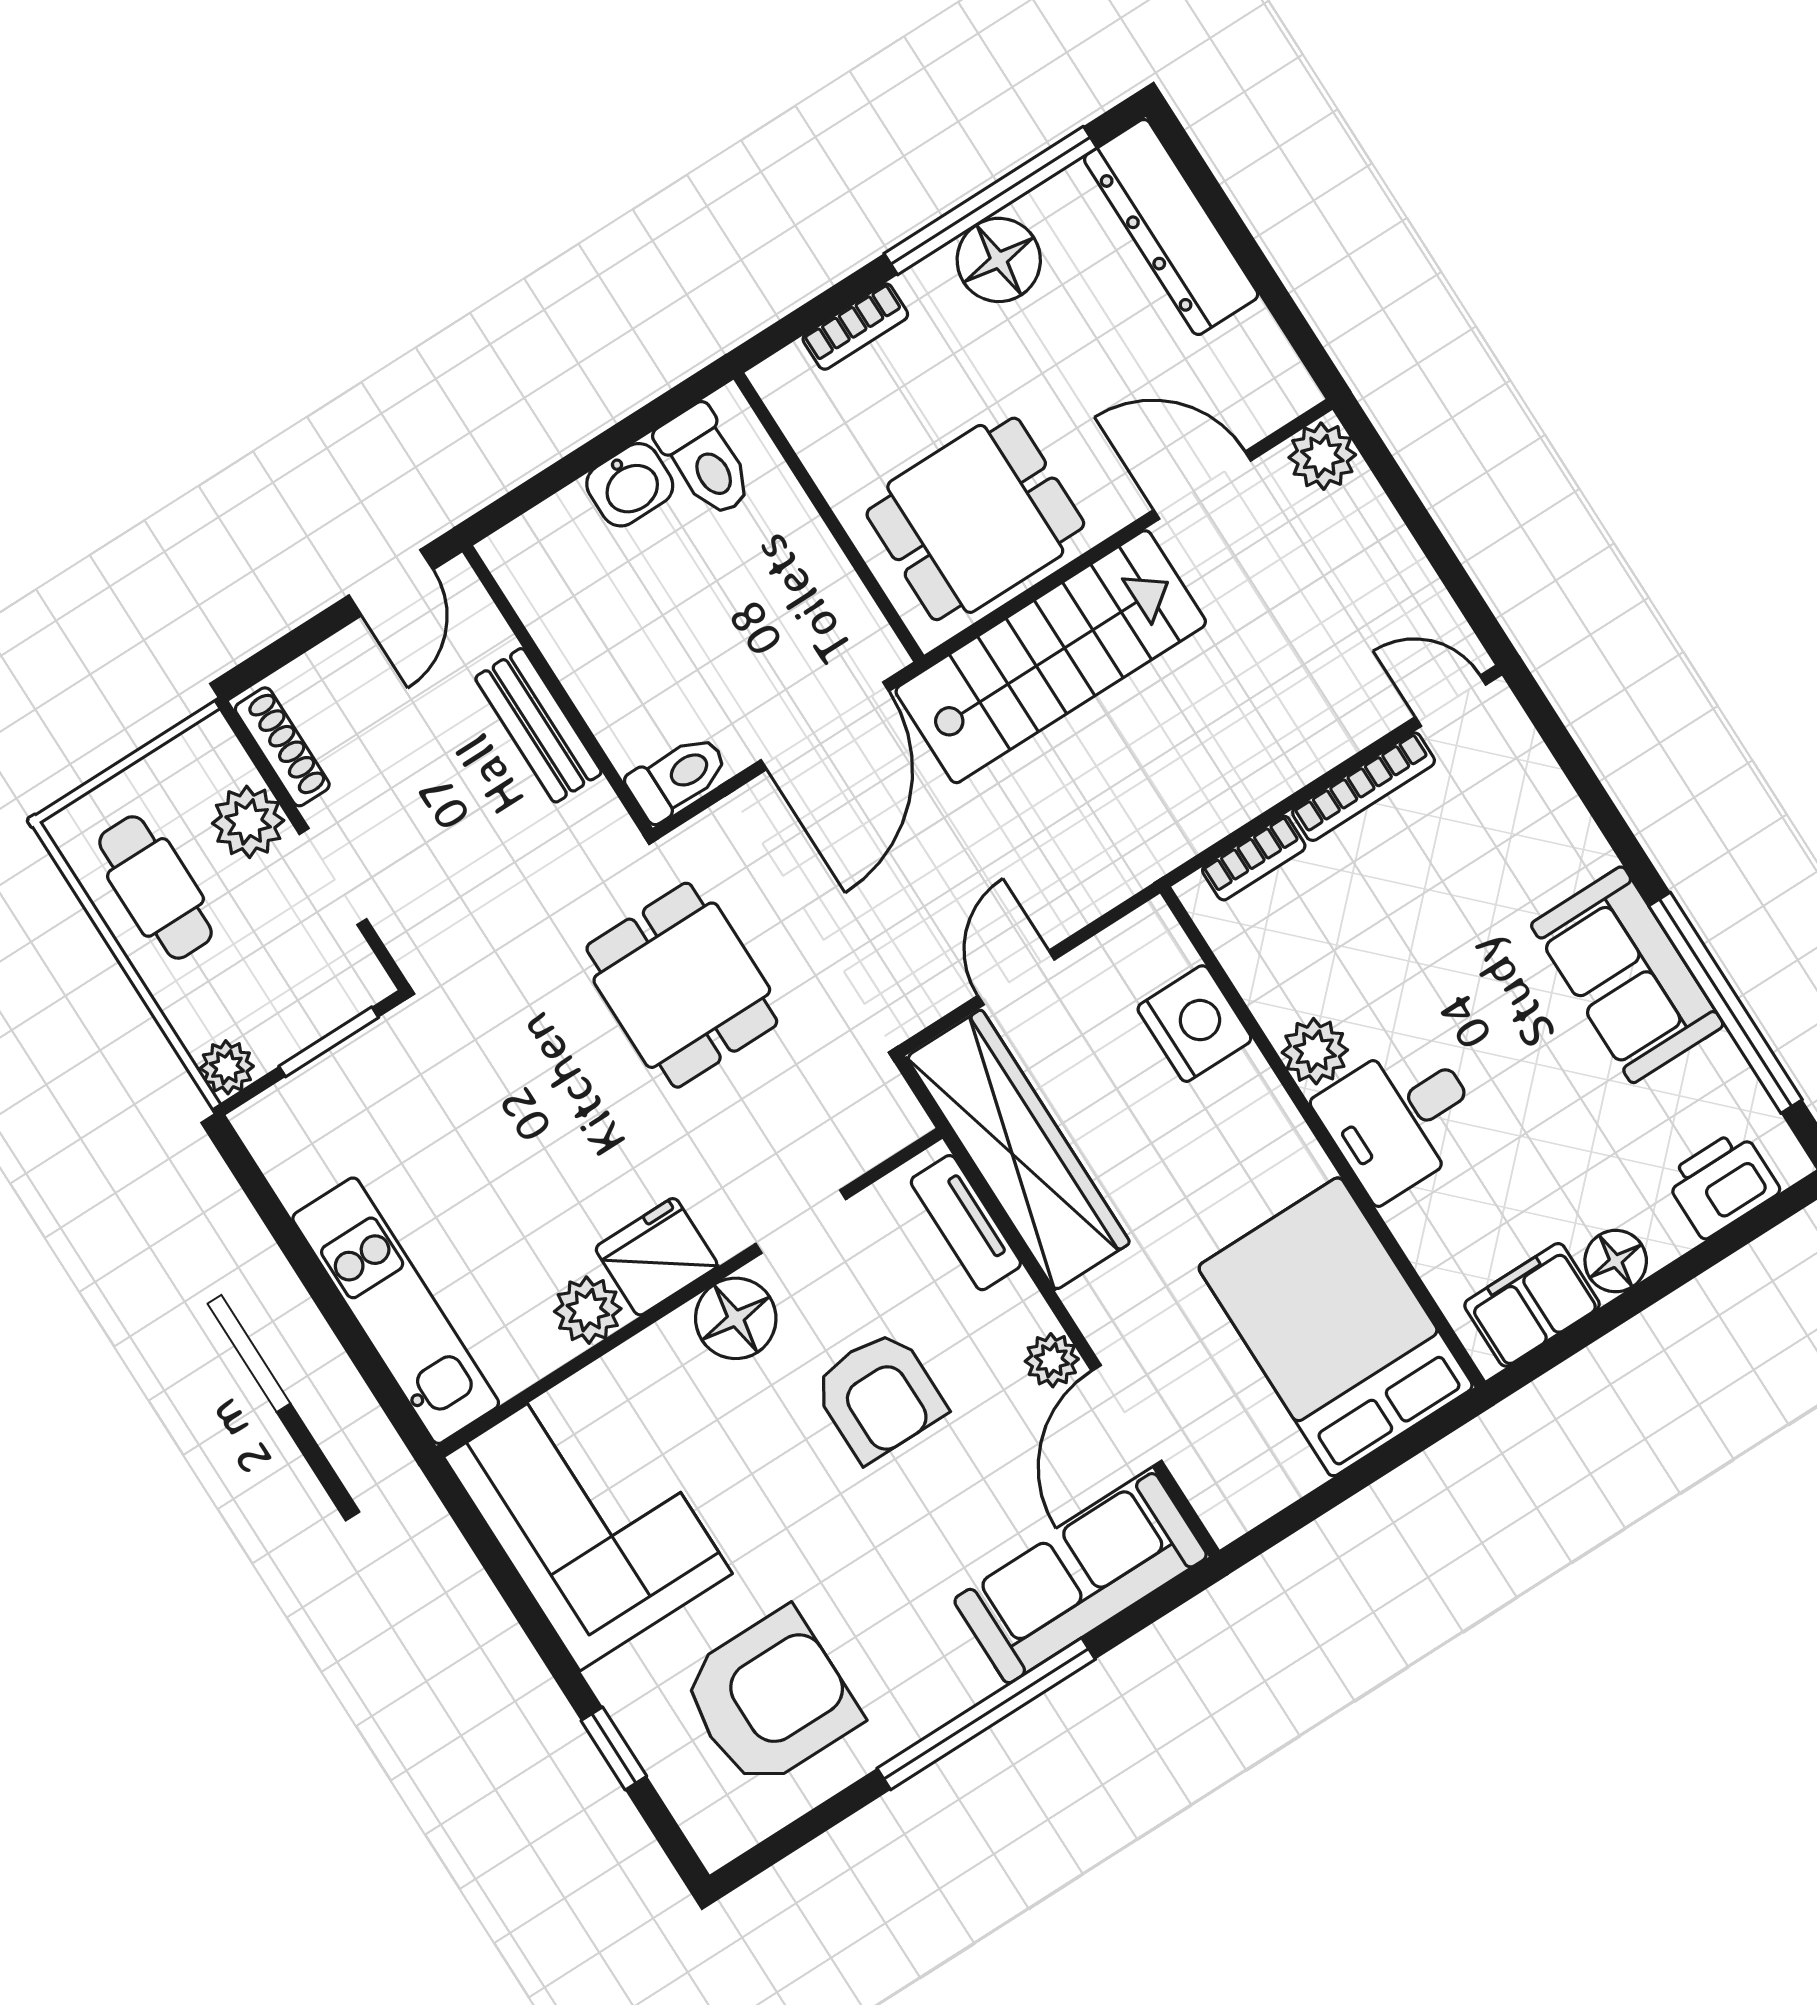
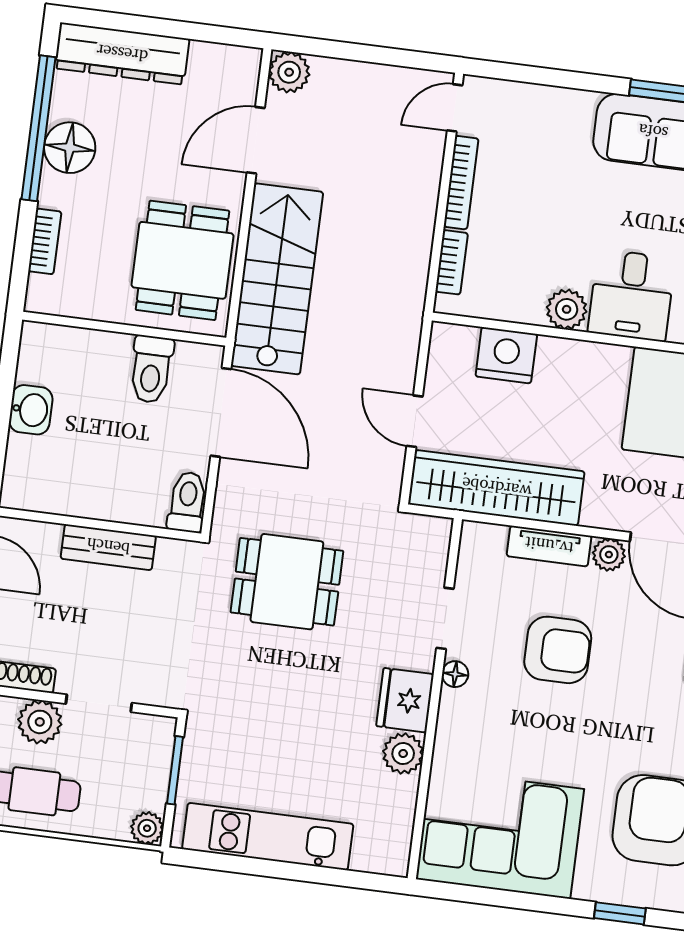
toilet: (706, 461) -> (151, 369), moved, turned 90
tv unit: (966, 1223) -> (549, 546), moved
kitchen unit: (396, 1311) -> (268, 837), moved
floor lamp: (736, 1318) -> (455, 674), width x0.53, depth x0.53

